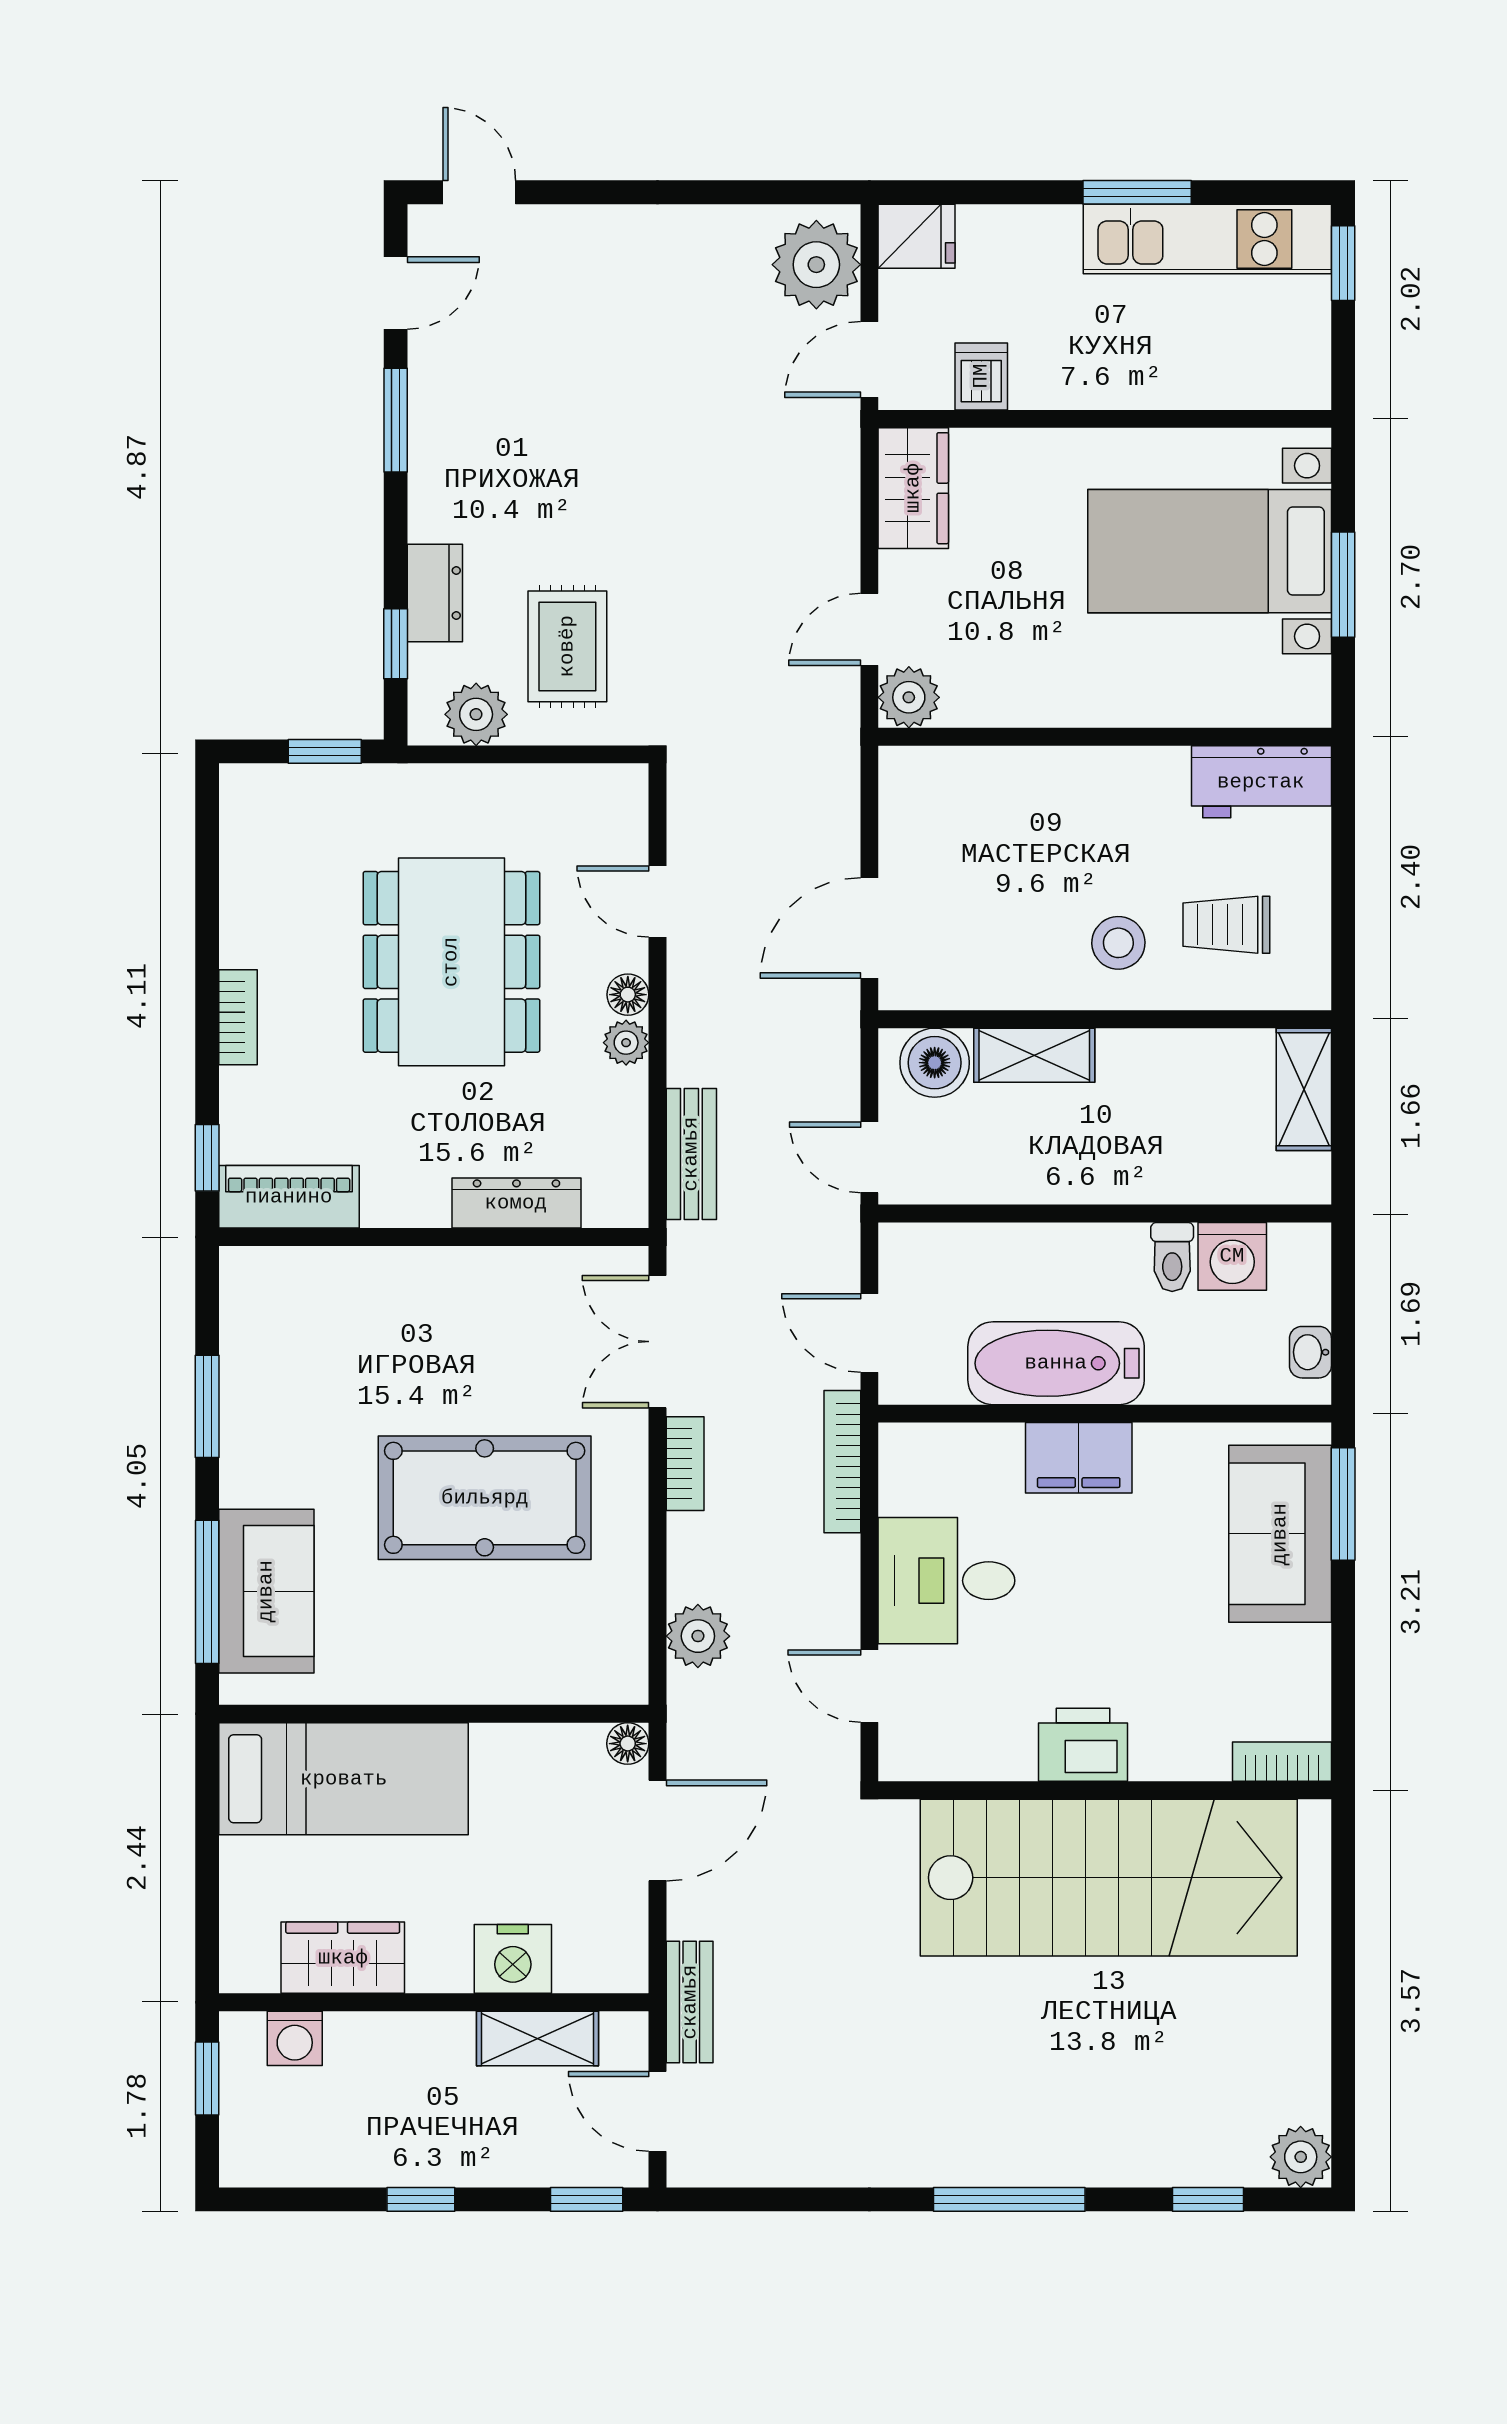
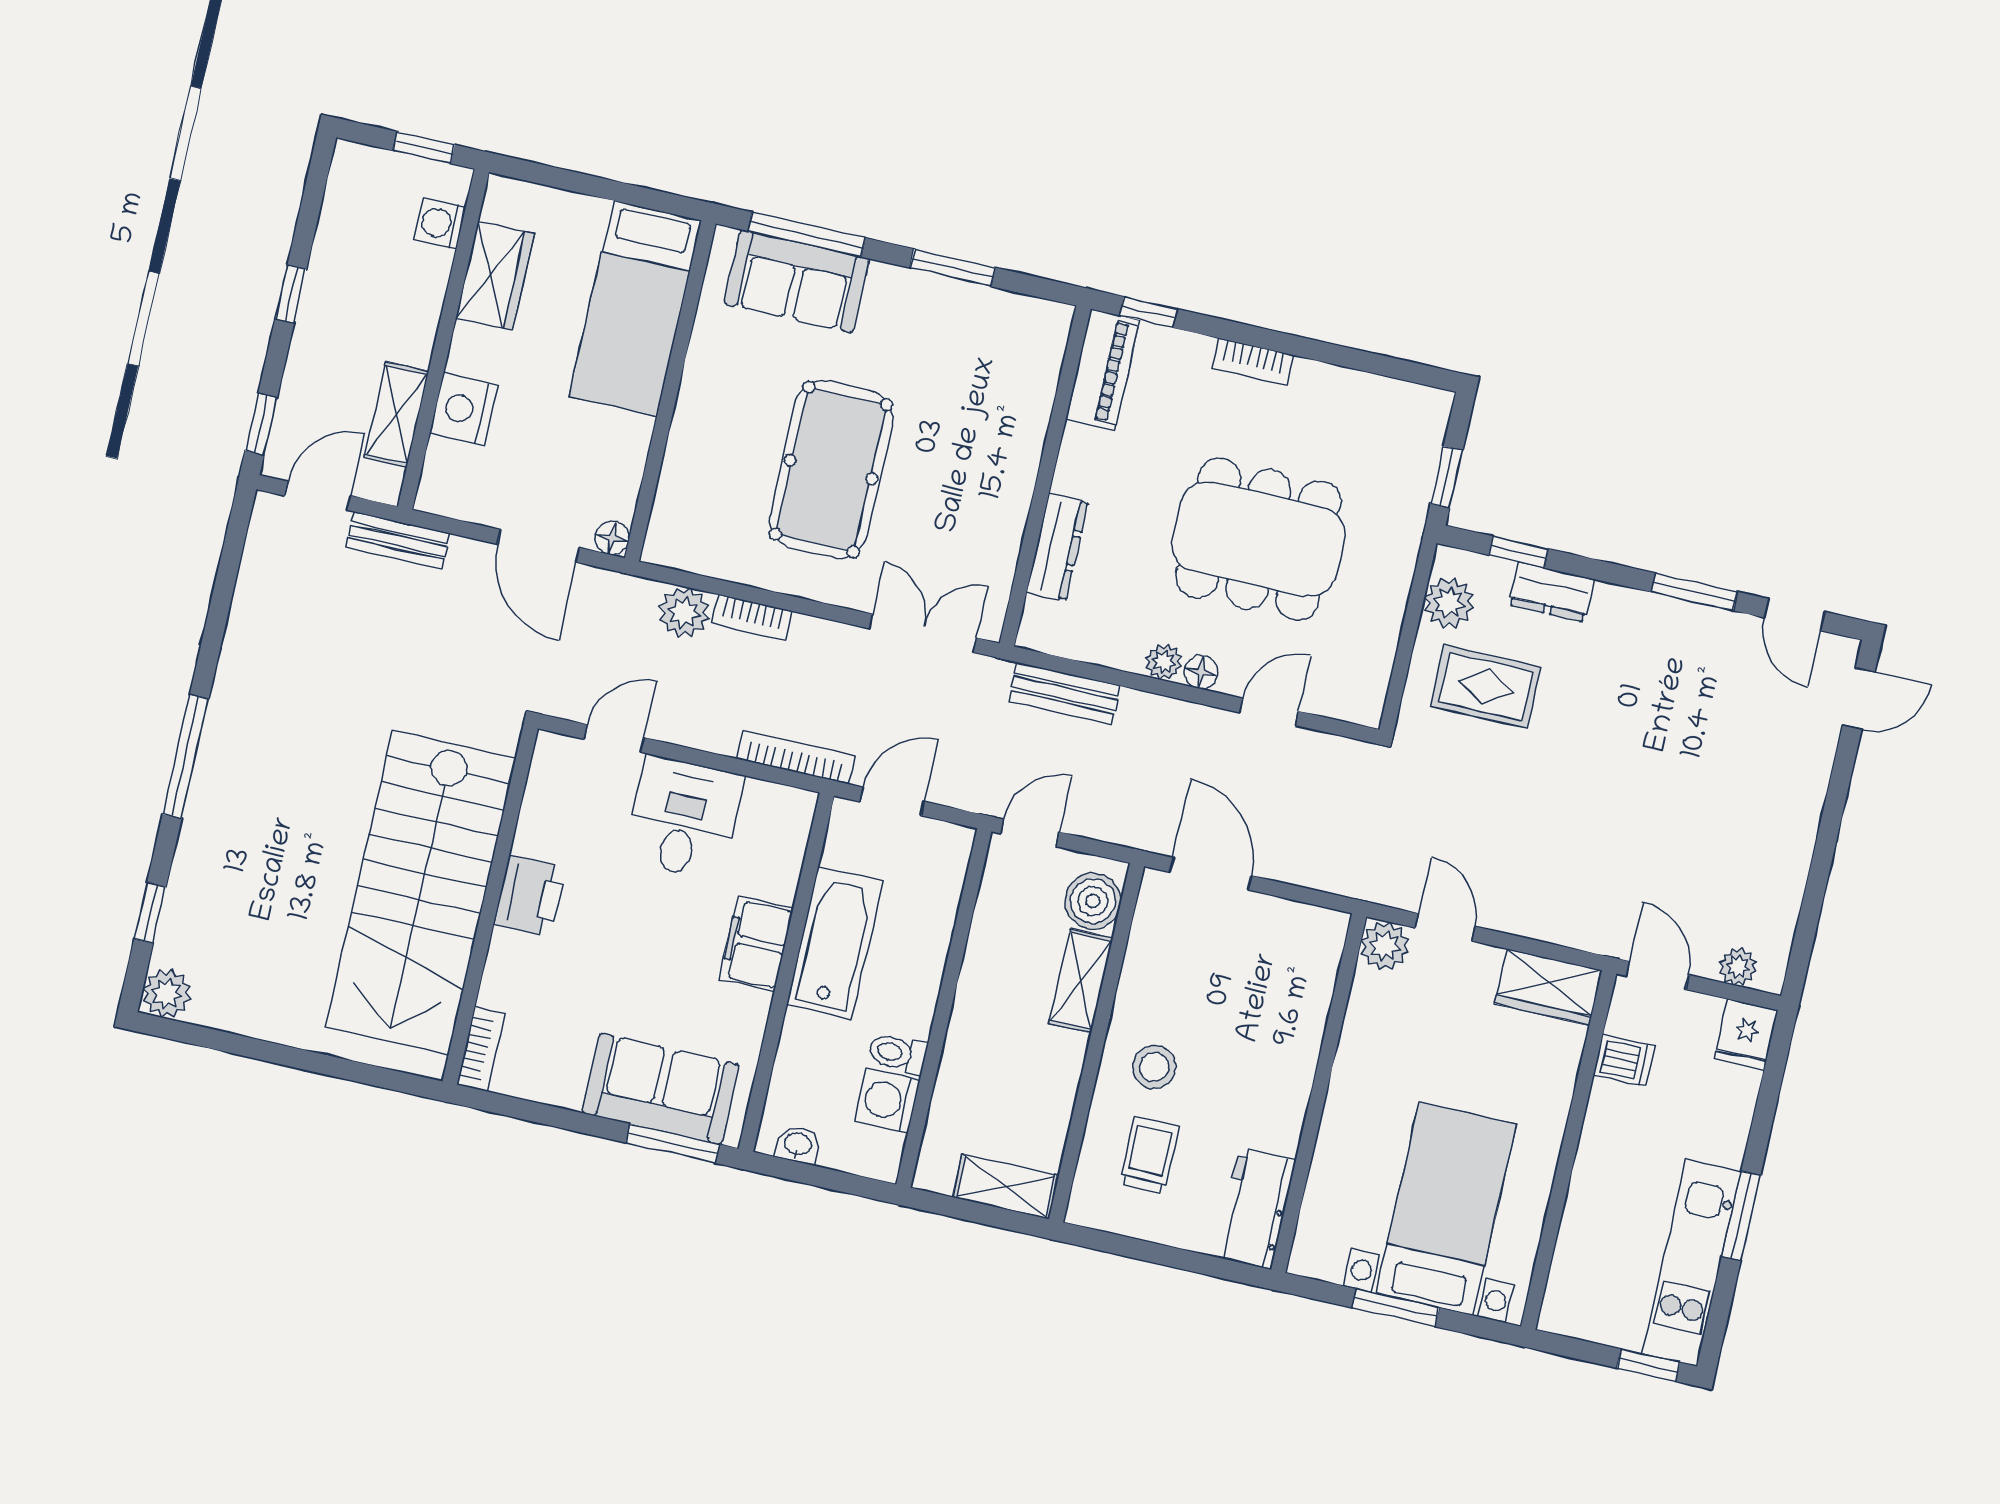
plant: (816, 265) -> (1738, 967), width x0.53, depth x0.53
bookcase: (685, 1464) -> (752, 617), moved

